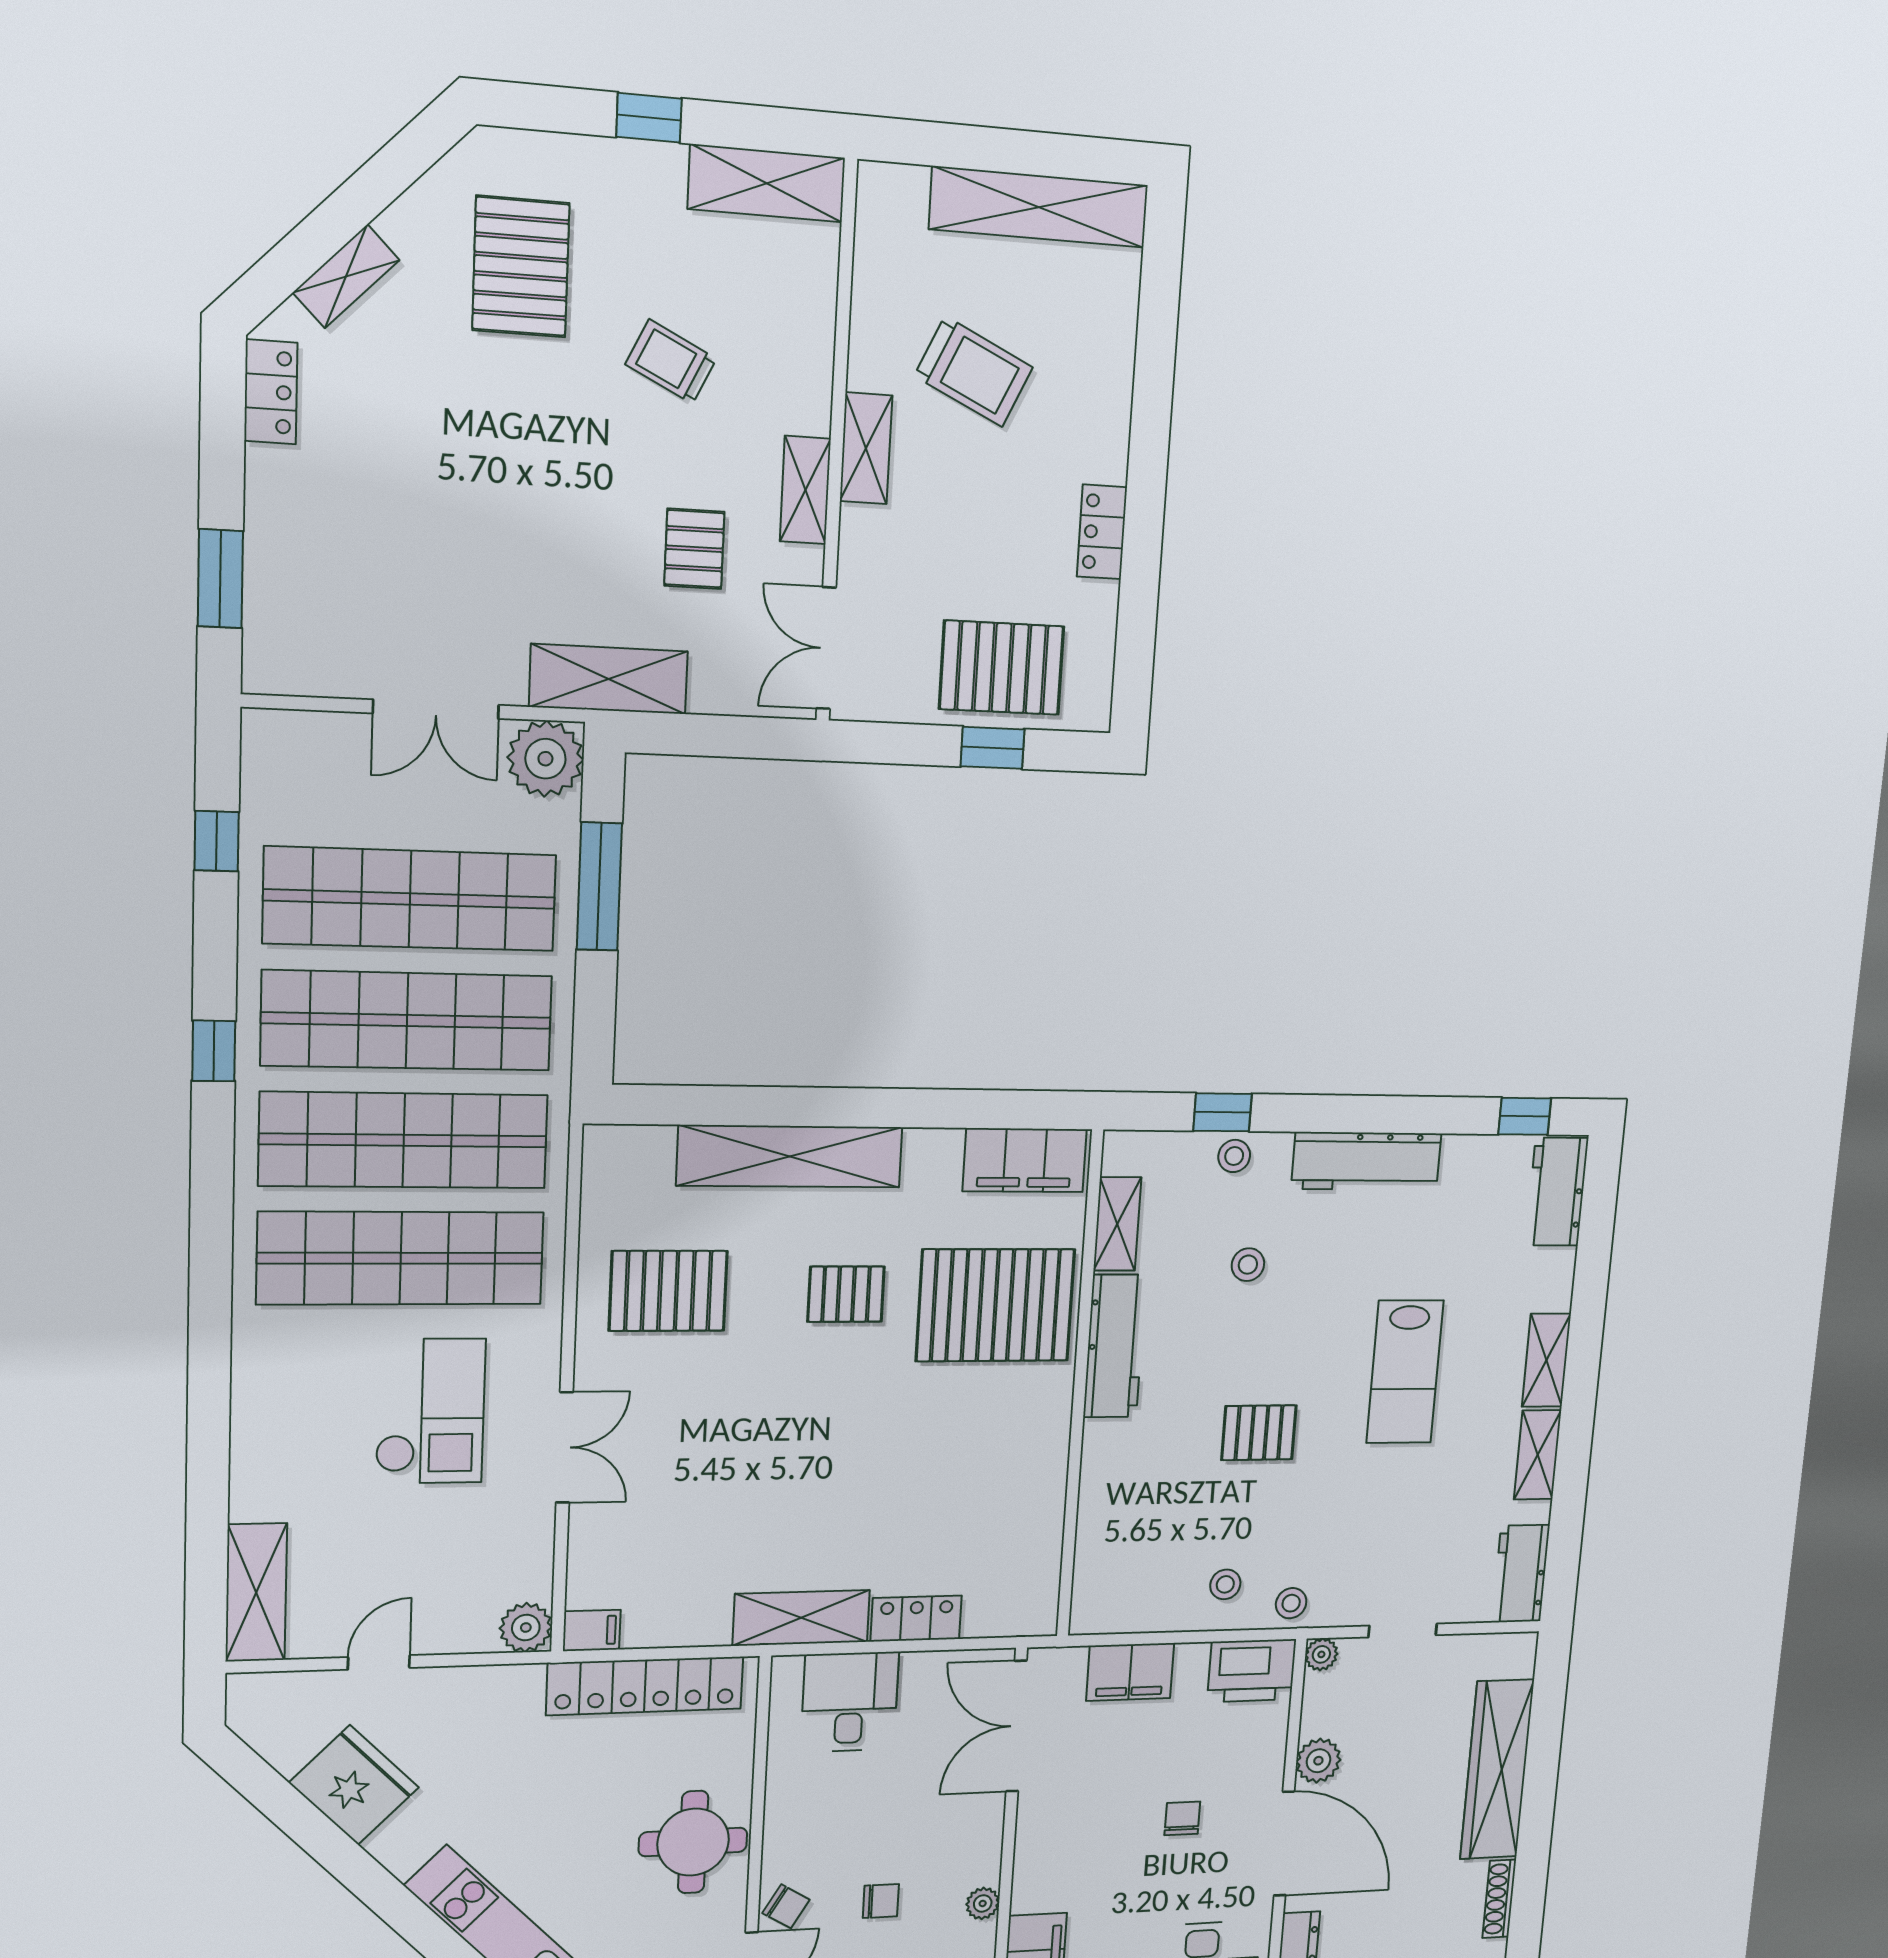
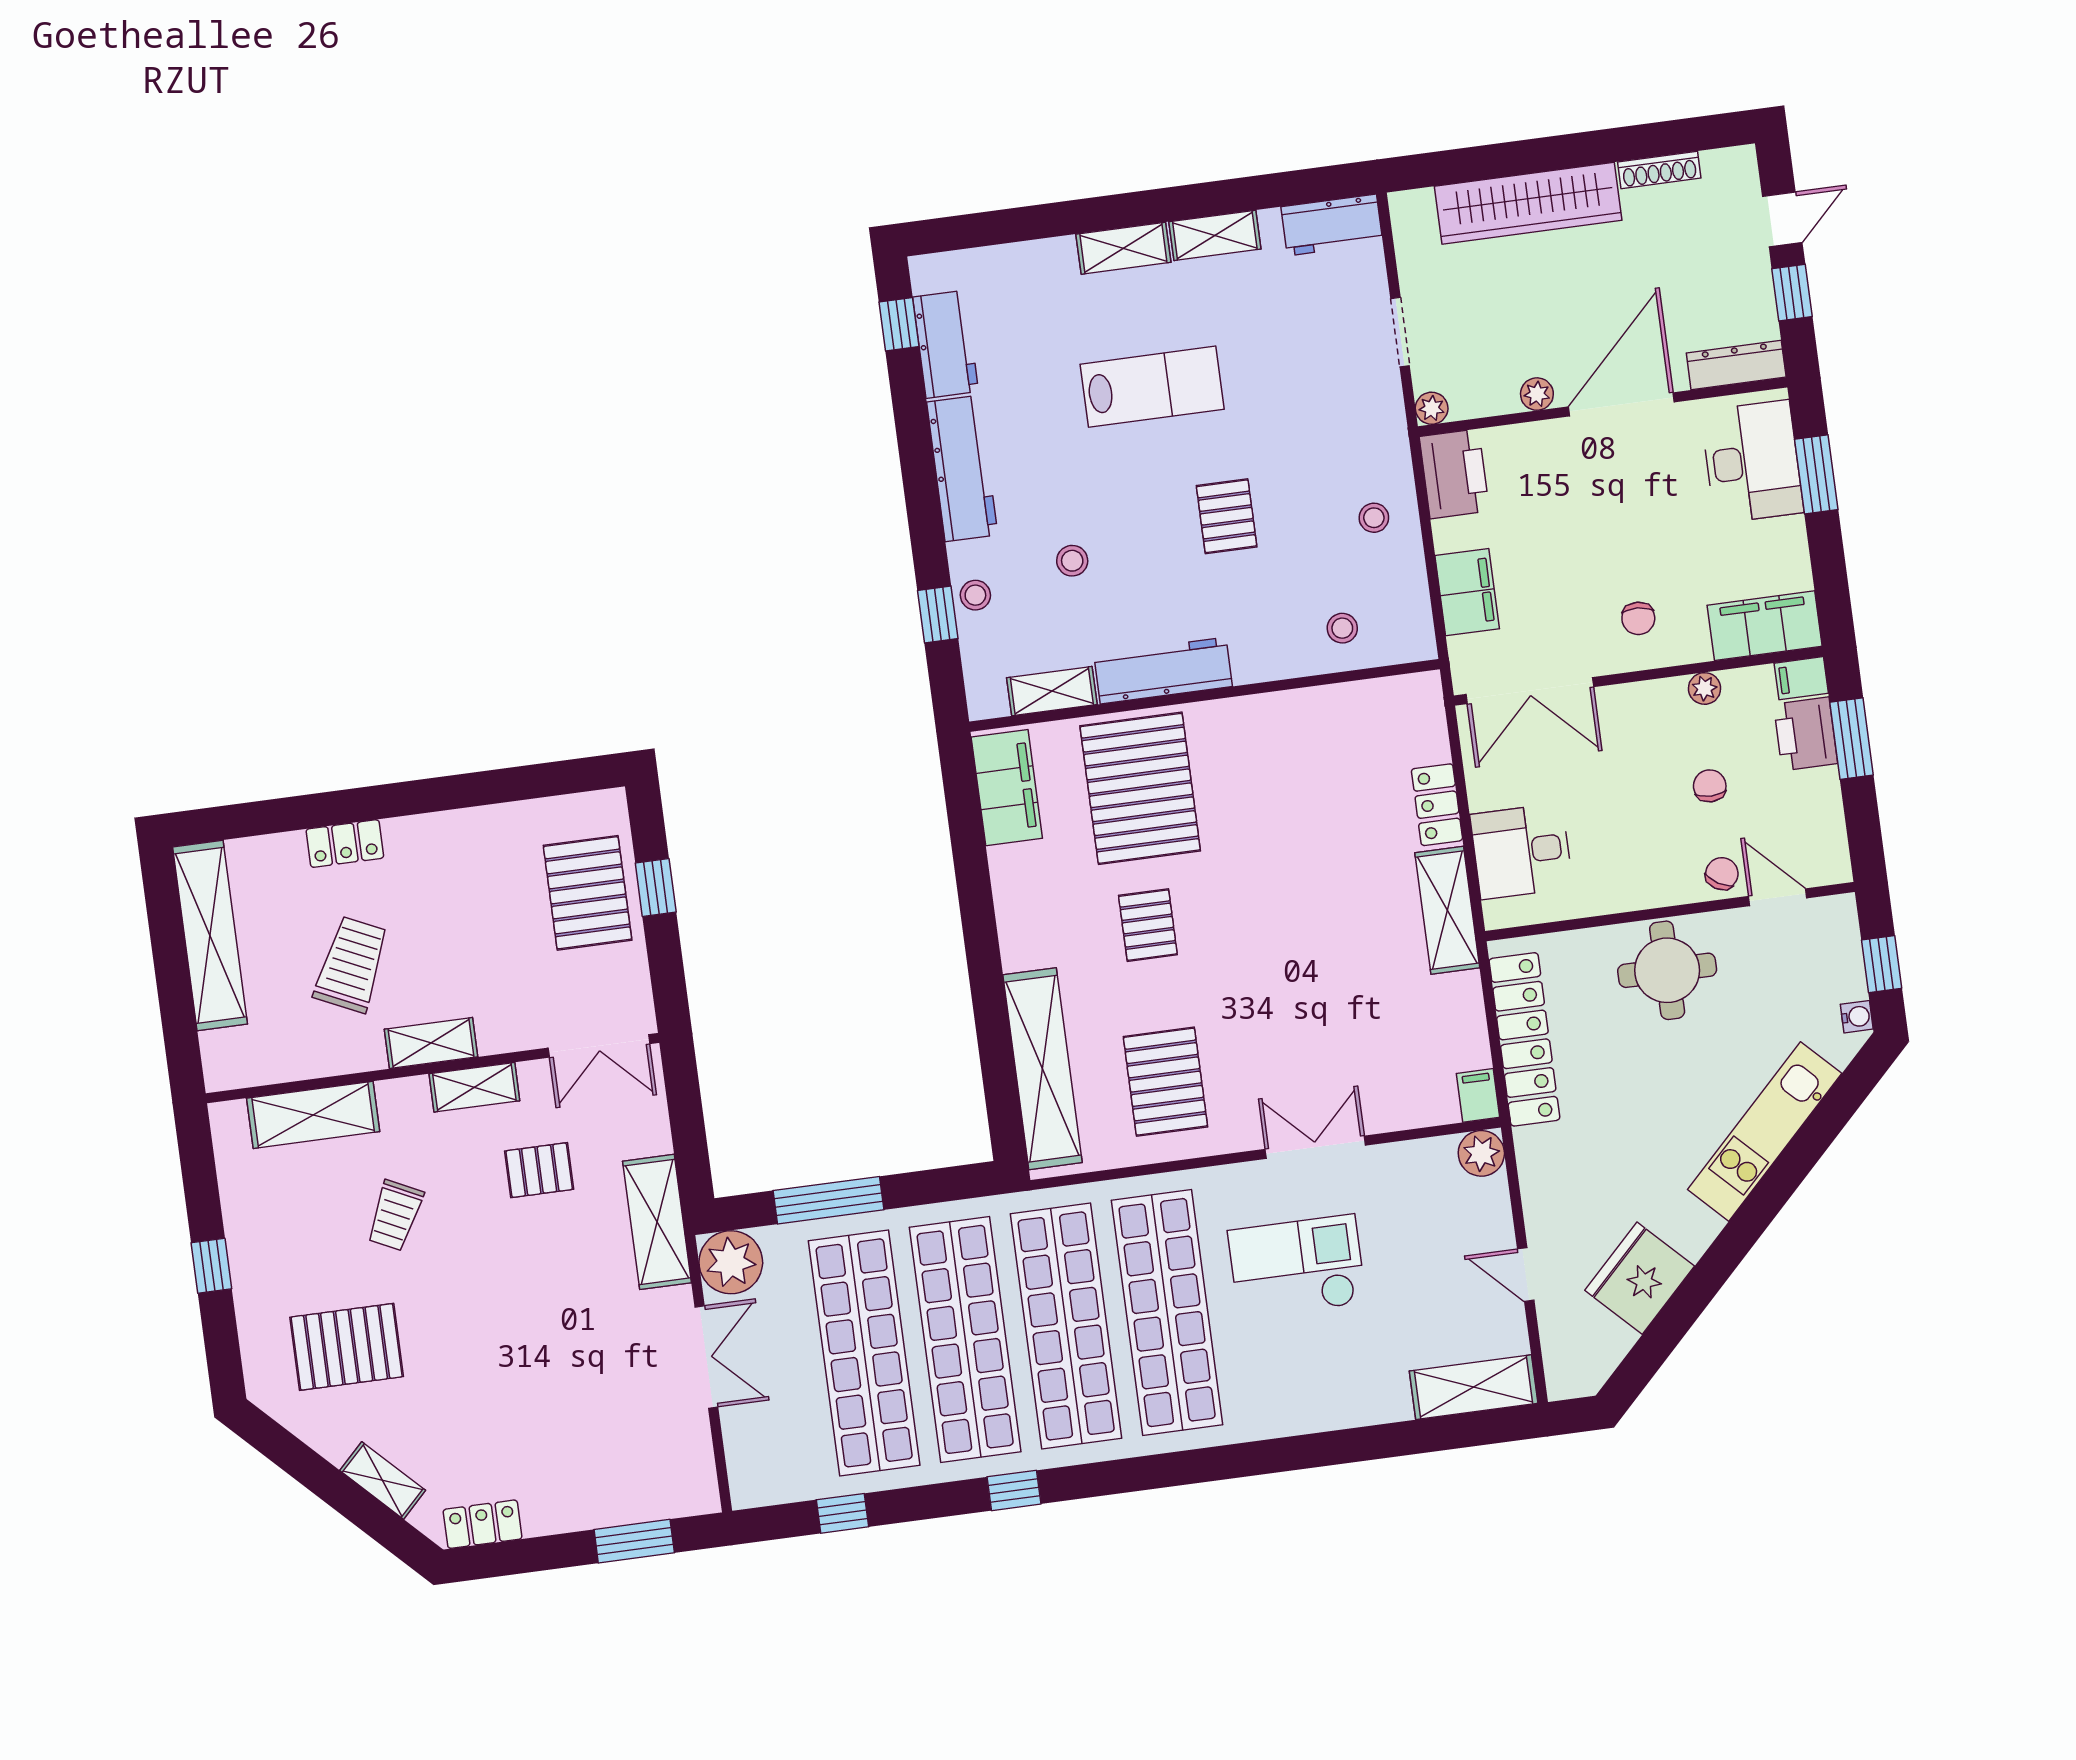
shelving: (767, 183) -> (313, 1115), moved, turned 90
locker: (1102, 532) -> (345, 844), moved
shelving: (790, 1156) -> (1043, 1069), moved
workbench: (1557, 1192) -> (946, 344), moved, turned -90
stool: (1291, 1603) -> (1342, 628), moved
plant: (1318, 1761) -> (1537, 394), width x0.73, depth x0.73
chair: (1182, 1818) -> (1638, 618), moved, turned -87

